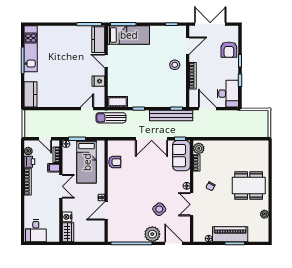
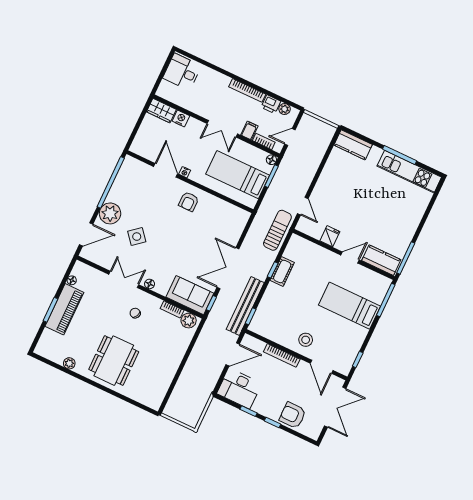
bed: (129, 35) -> (349, 306), moved, turned 90
cot: (118, 102) -> (282, 271), moved
armchair: (115, 162) -> (189, 202), moved

